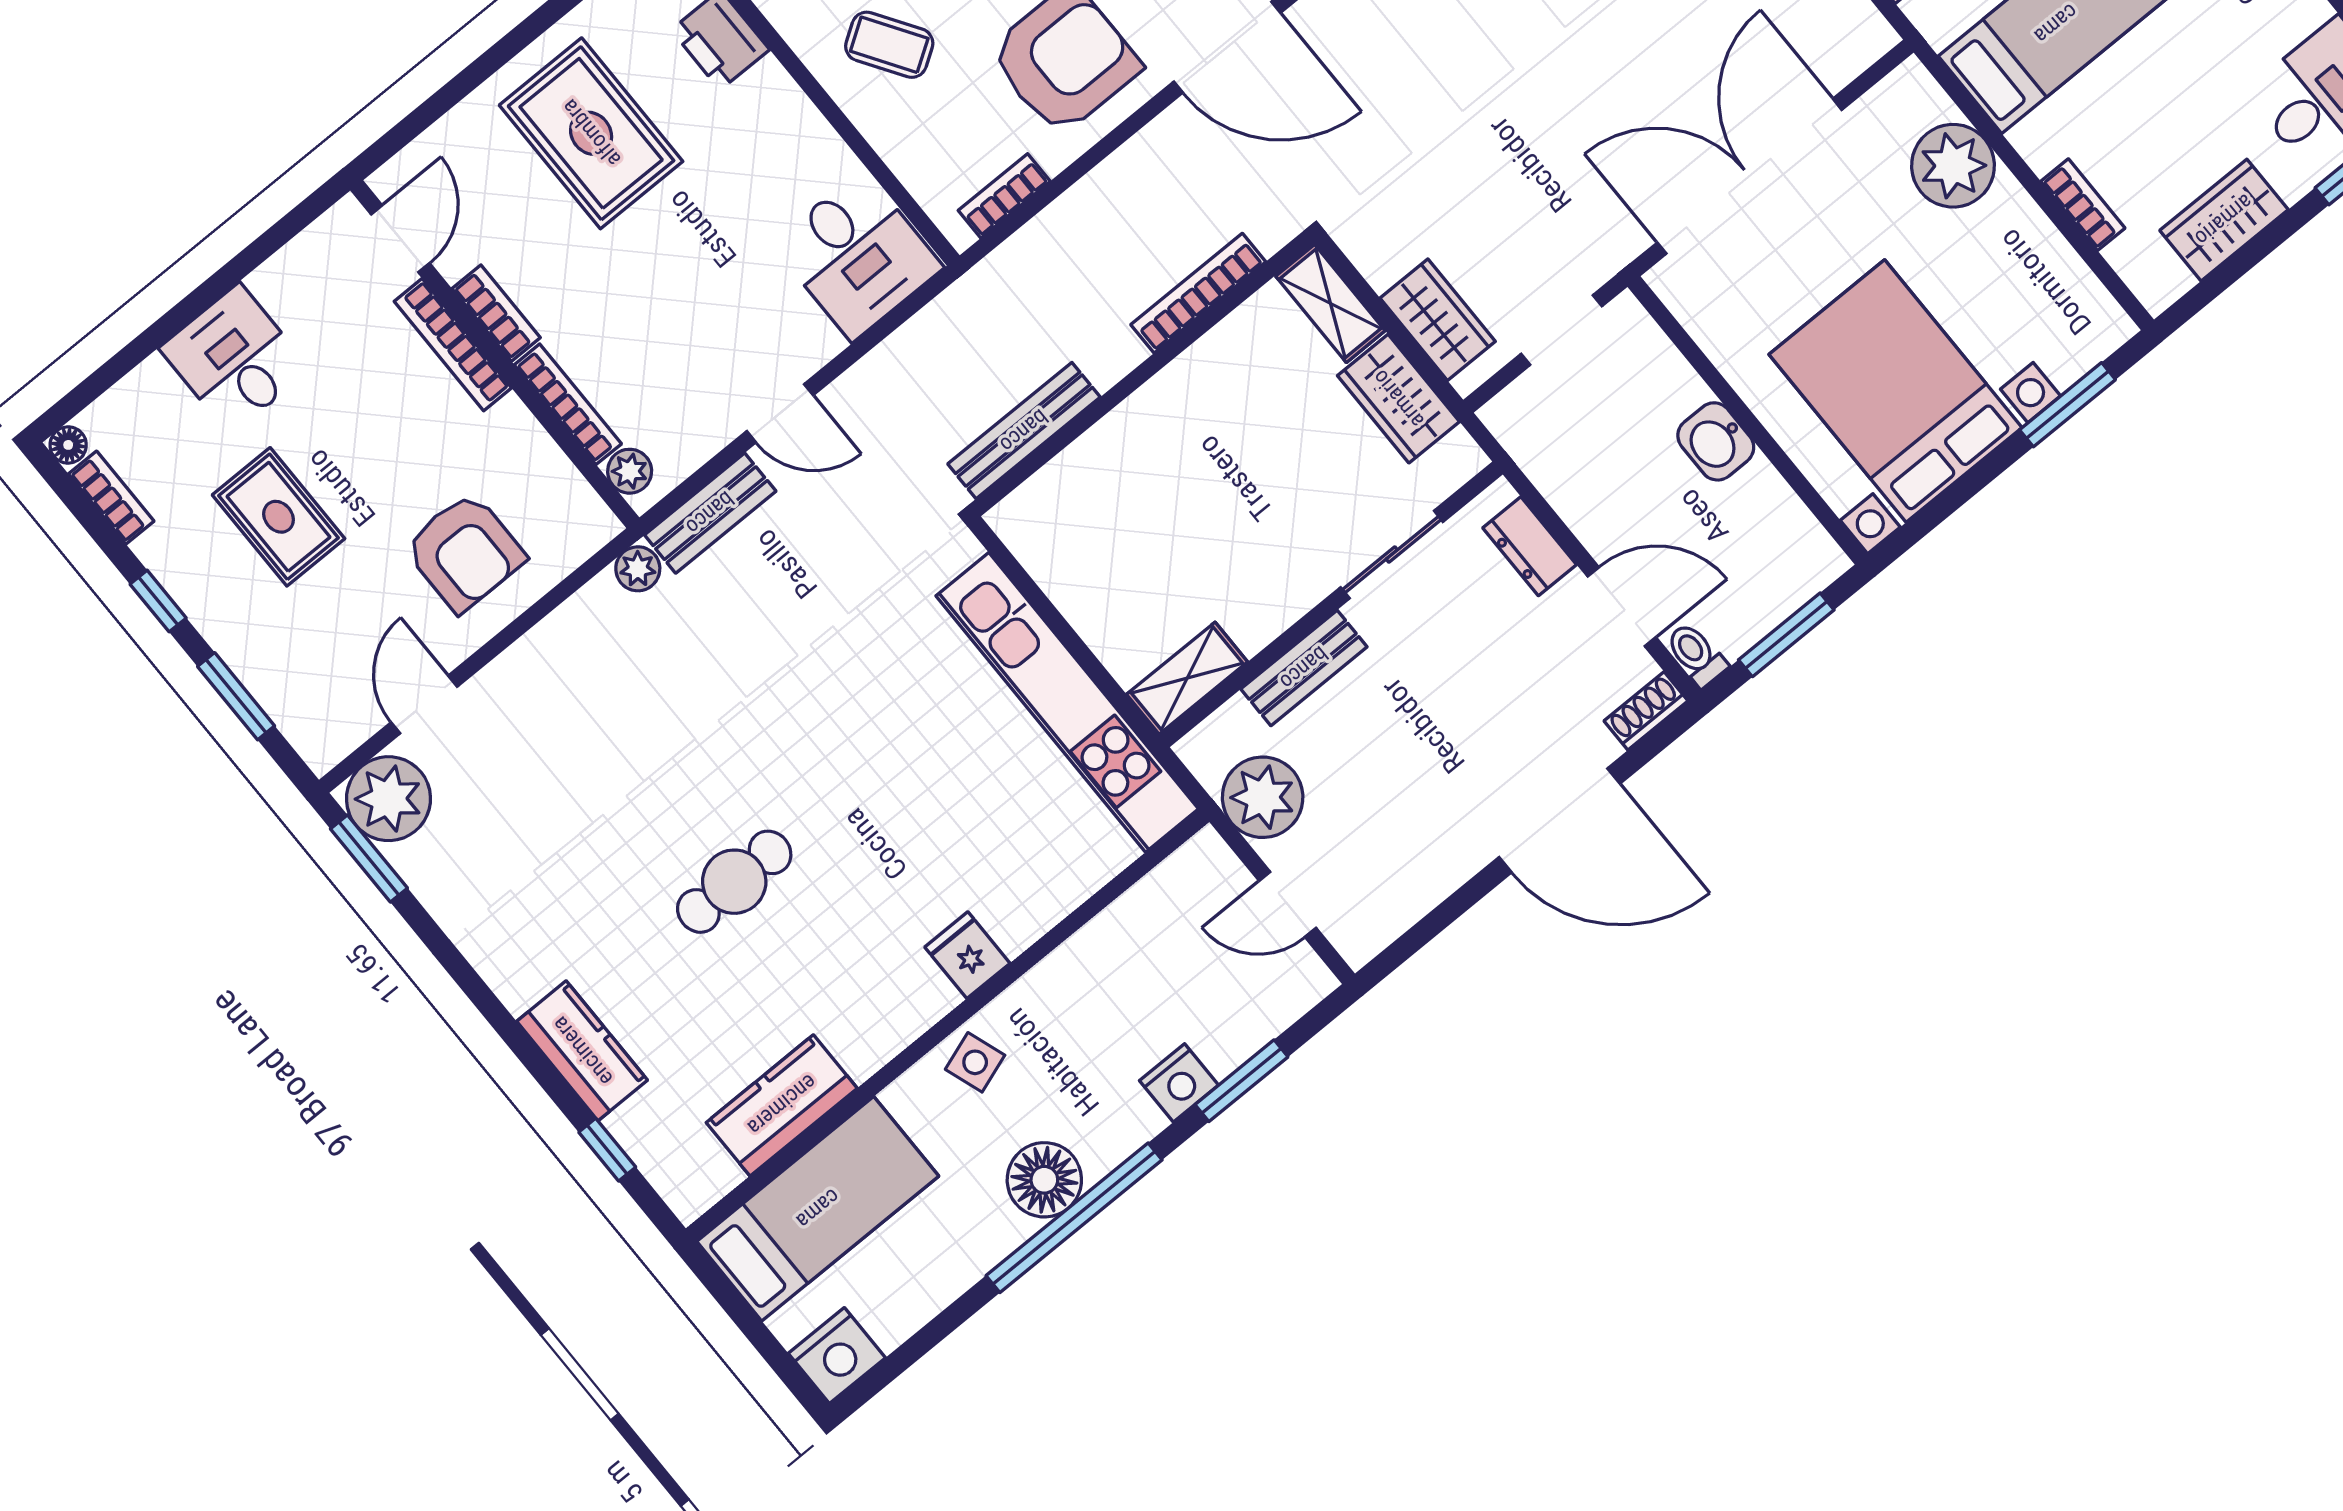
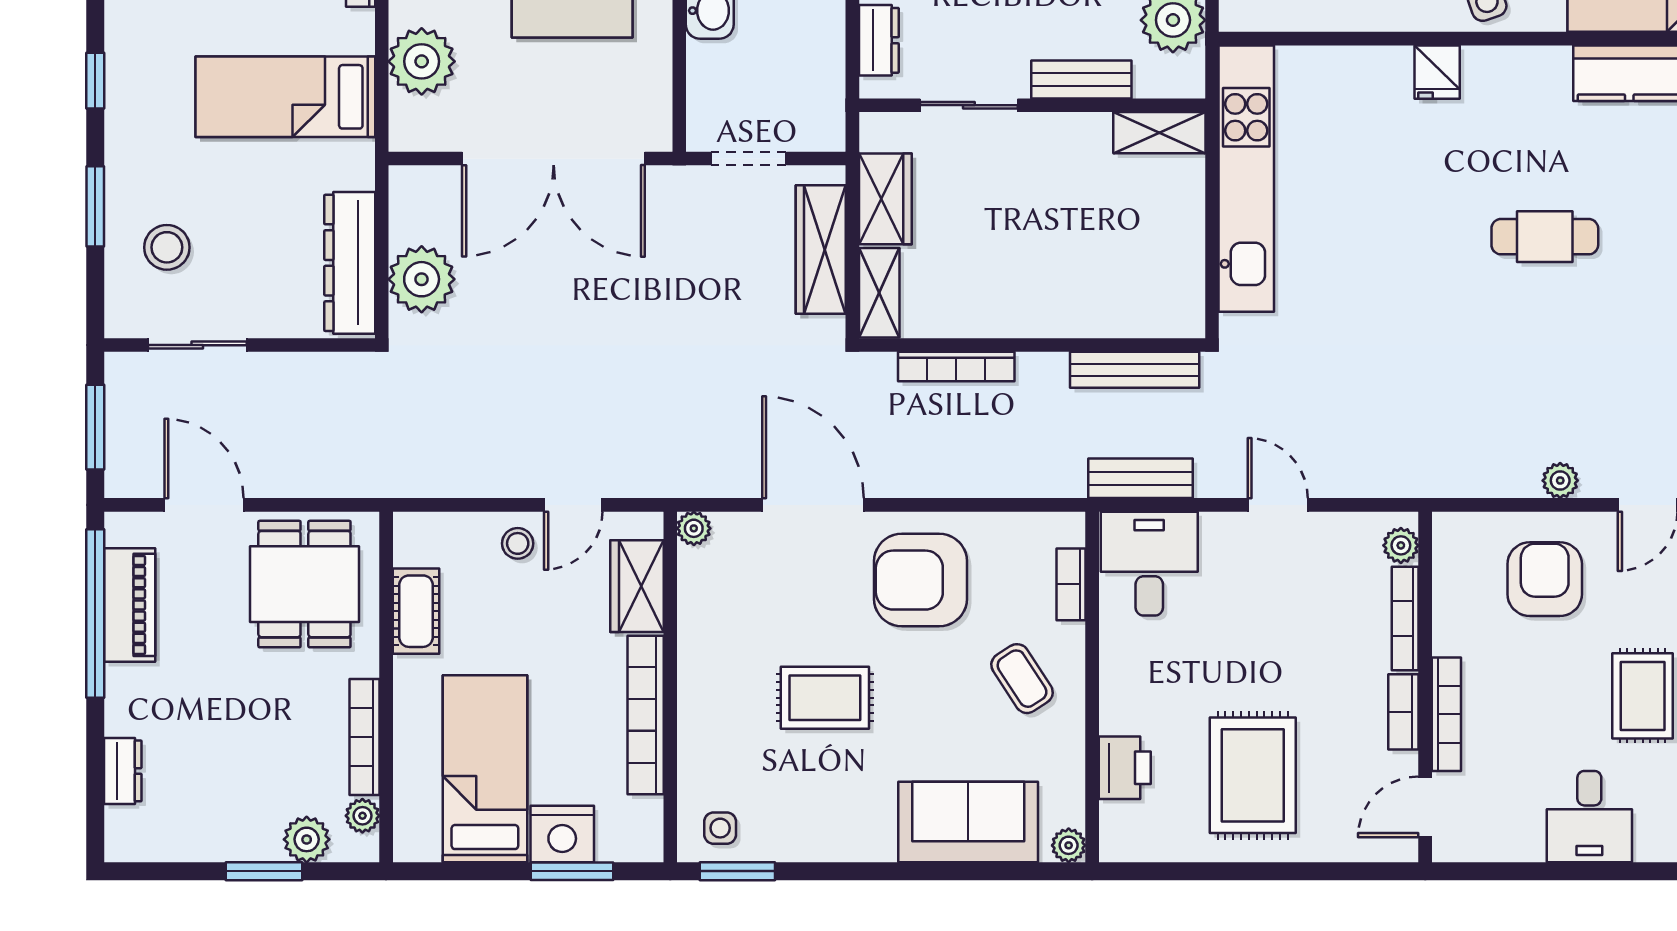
bookcase: (1004, 196) -> (1071, 584), moved, turned 90
wardrobe: (1438, 320) -> (821, 250), width x1.50
bench: (710, 513) -> (1140, 478), moved
plant: (638, 569) -> (1560, 481), moved

